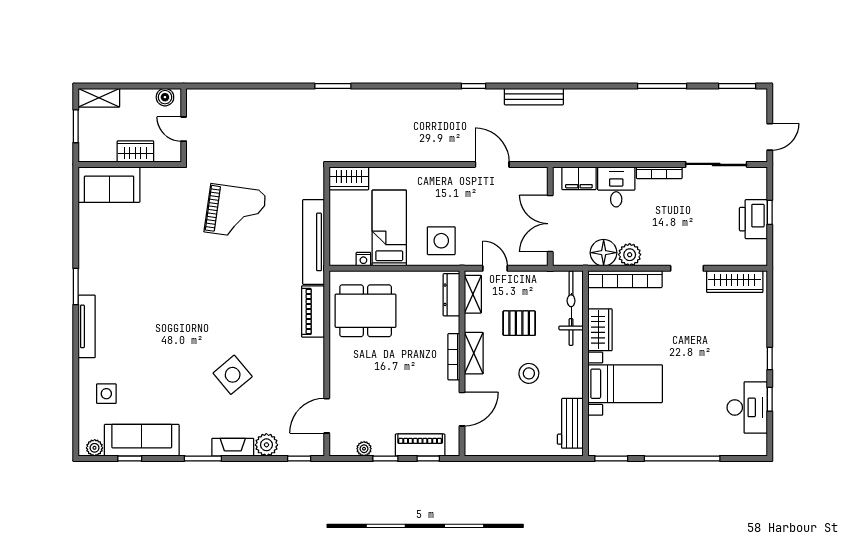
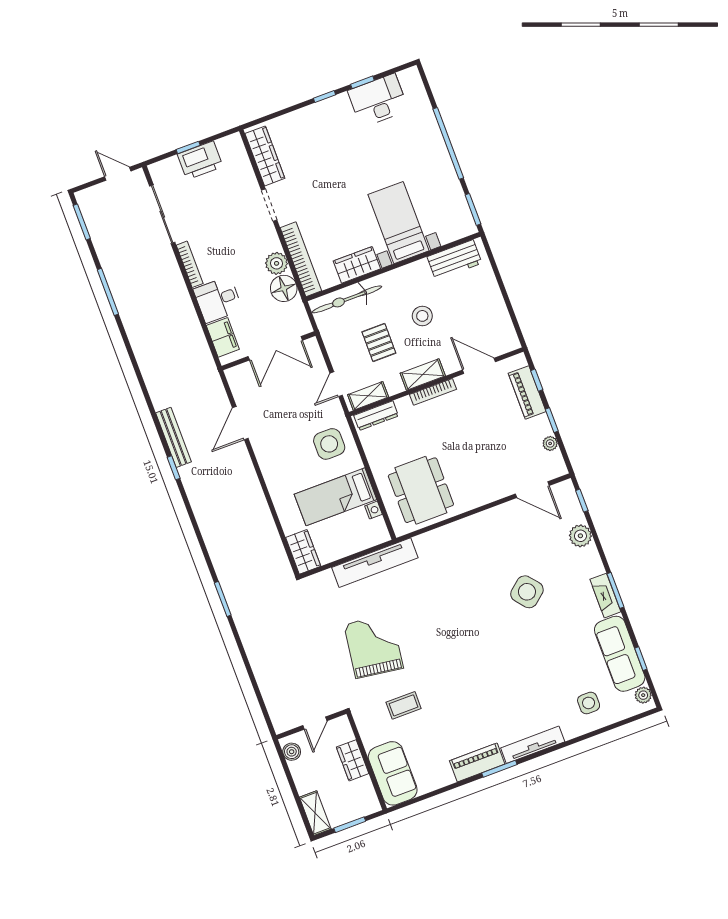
bench: (534, 97) -> (174, 437), moved
coffee table: (169, 219) -> (404, 705), added
piano: (313, 311) -> (477, 762), moved, turned 180
fireplace: (233, 447) -> (605, 596), moved

